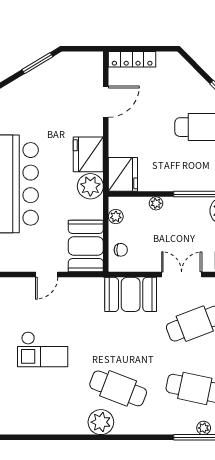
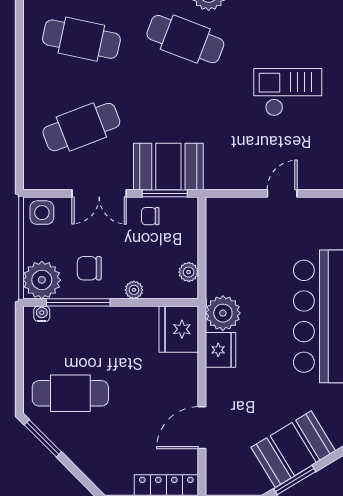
fridge: (88, 154) -> (221, 350), width x0.73, depth x0.75
chair: (189, 219) -> (89, 268), added
booth: (86, 246) -> (293, 449), moved, turned 59
chair: (121, 250) -> (150, 216), moved
window: (133, 275) -> (165, 193), added

